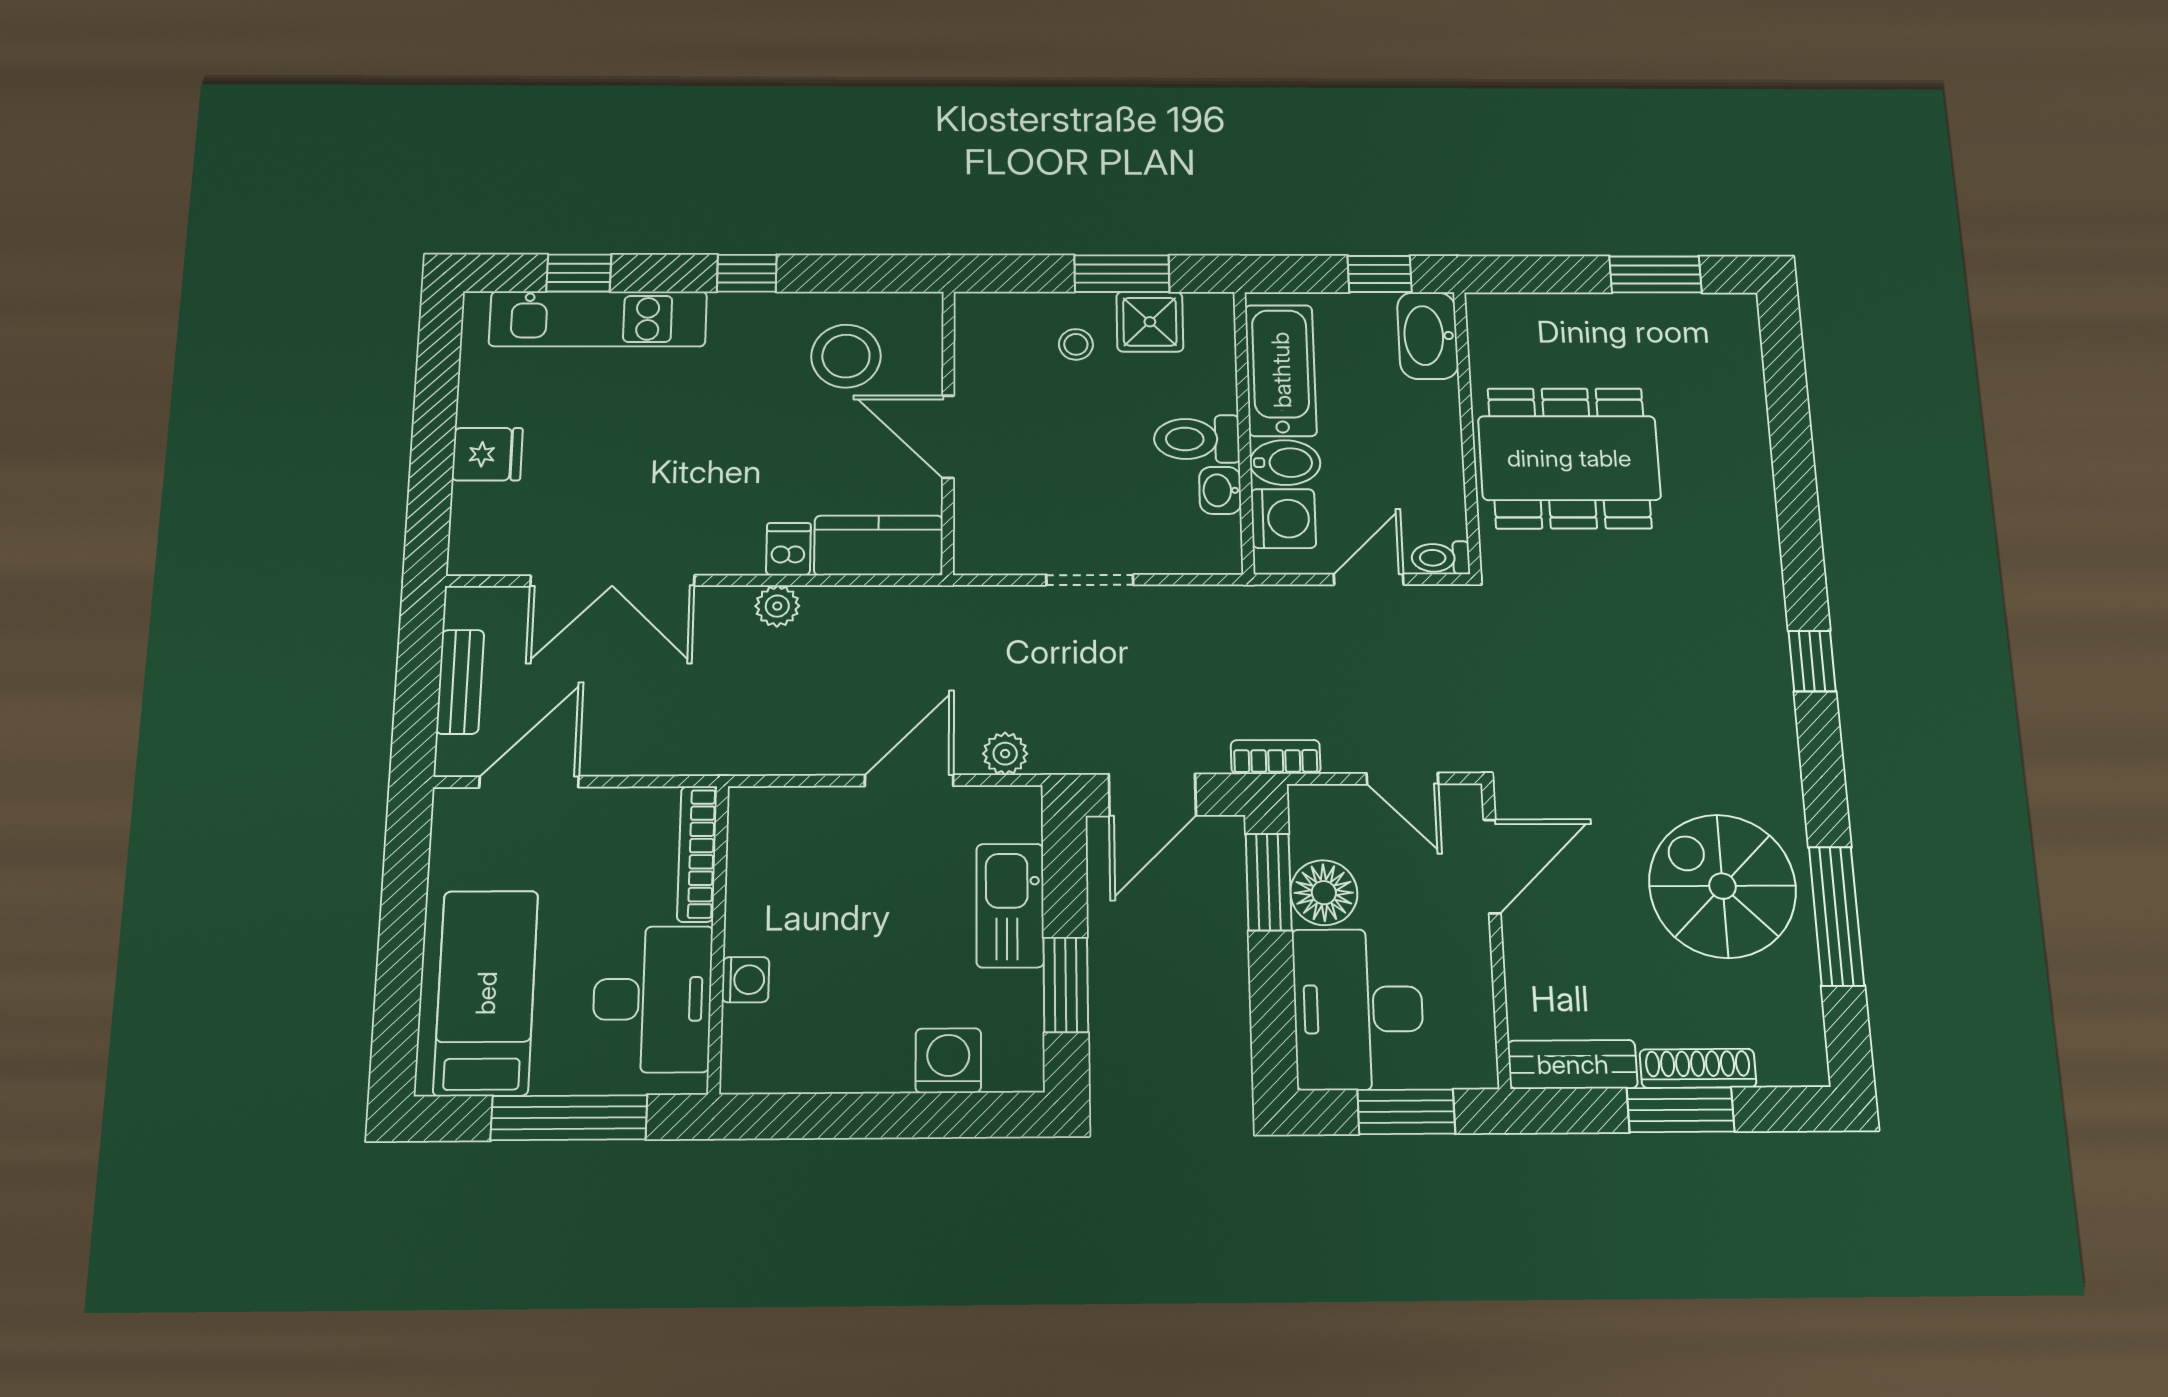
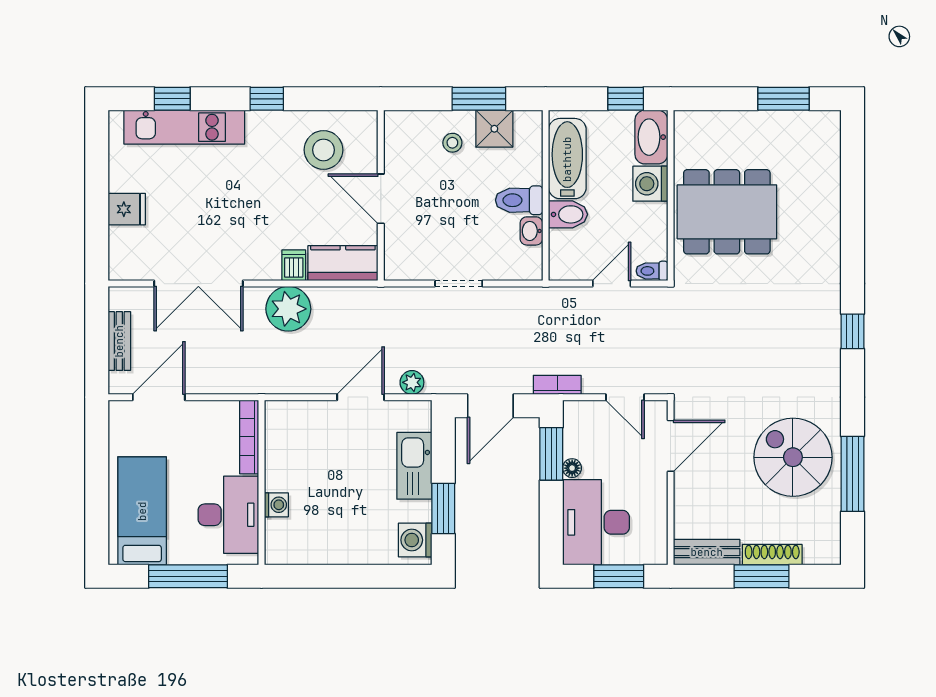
washing machine: (1283, 519) -> (650, 184), moved, turned 180
plant: (777, 606) -> (288, 309), width x1.88, depth x1.88
floor lamp: (1324, 893) -> (572, 468), width x0.53, depth x0.53
washing machine: (948, 1061) -> (415, 540), moved, turned -90

